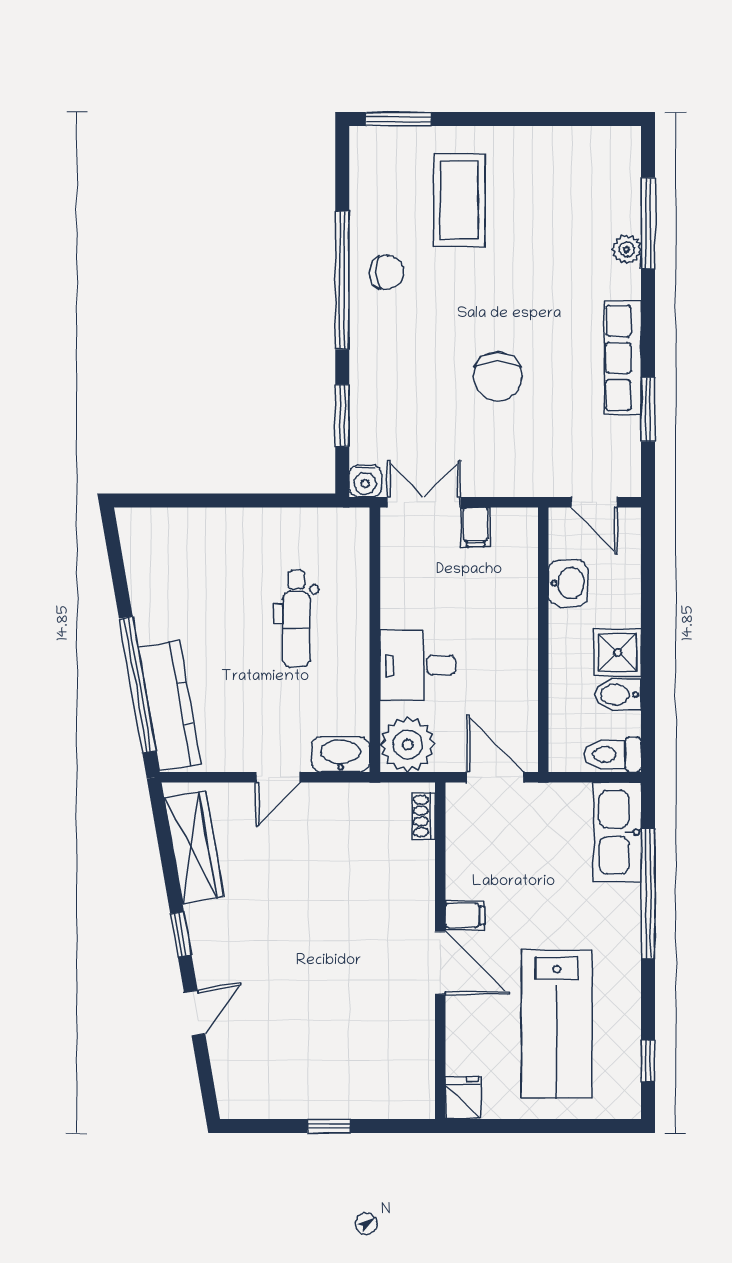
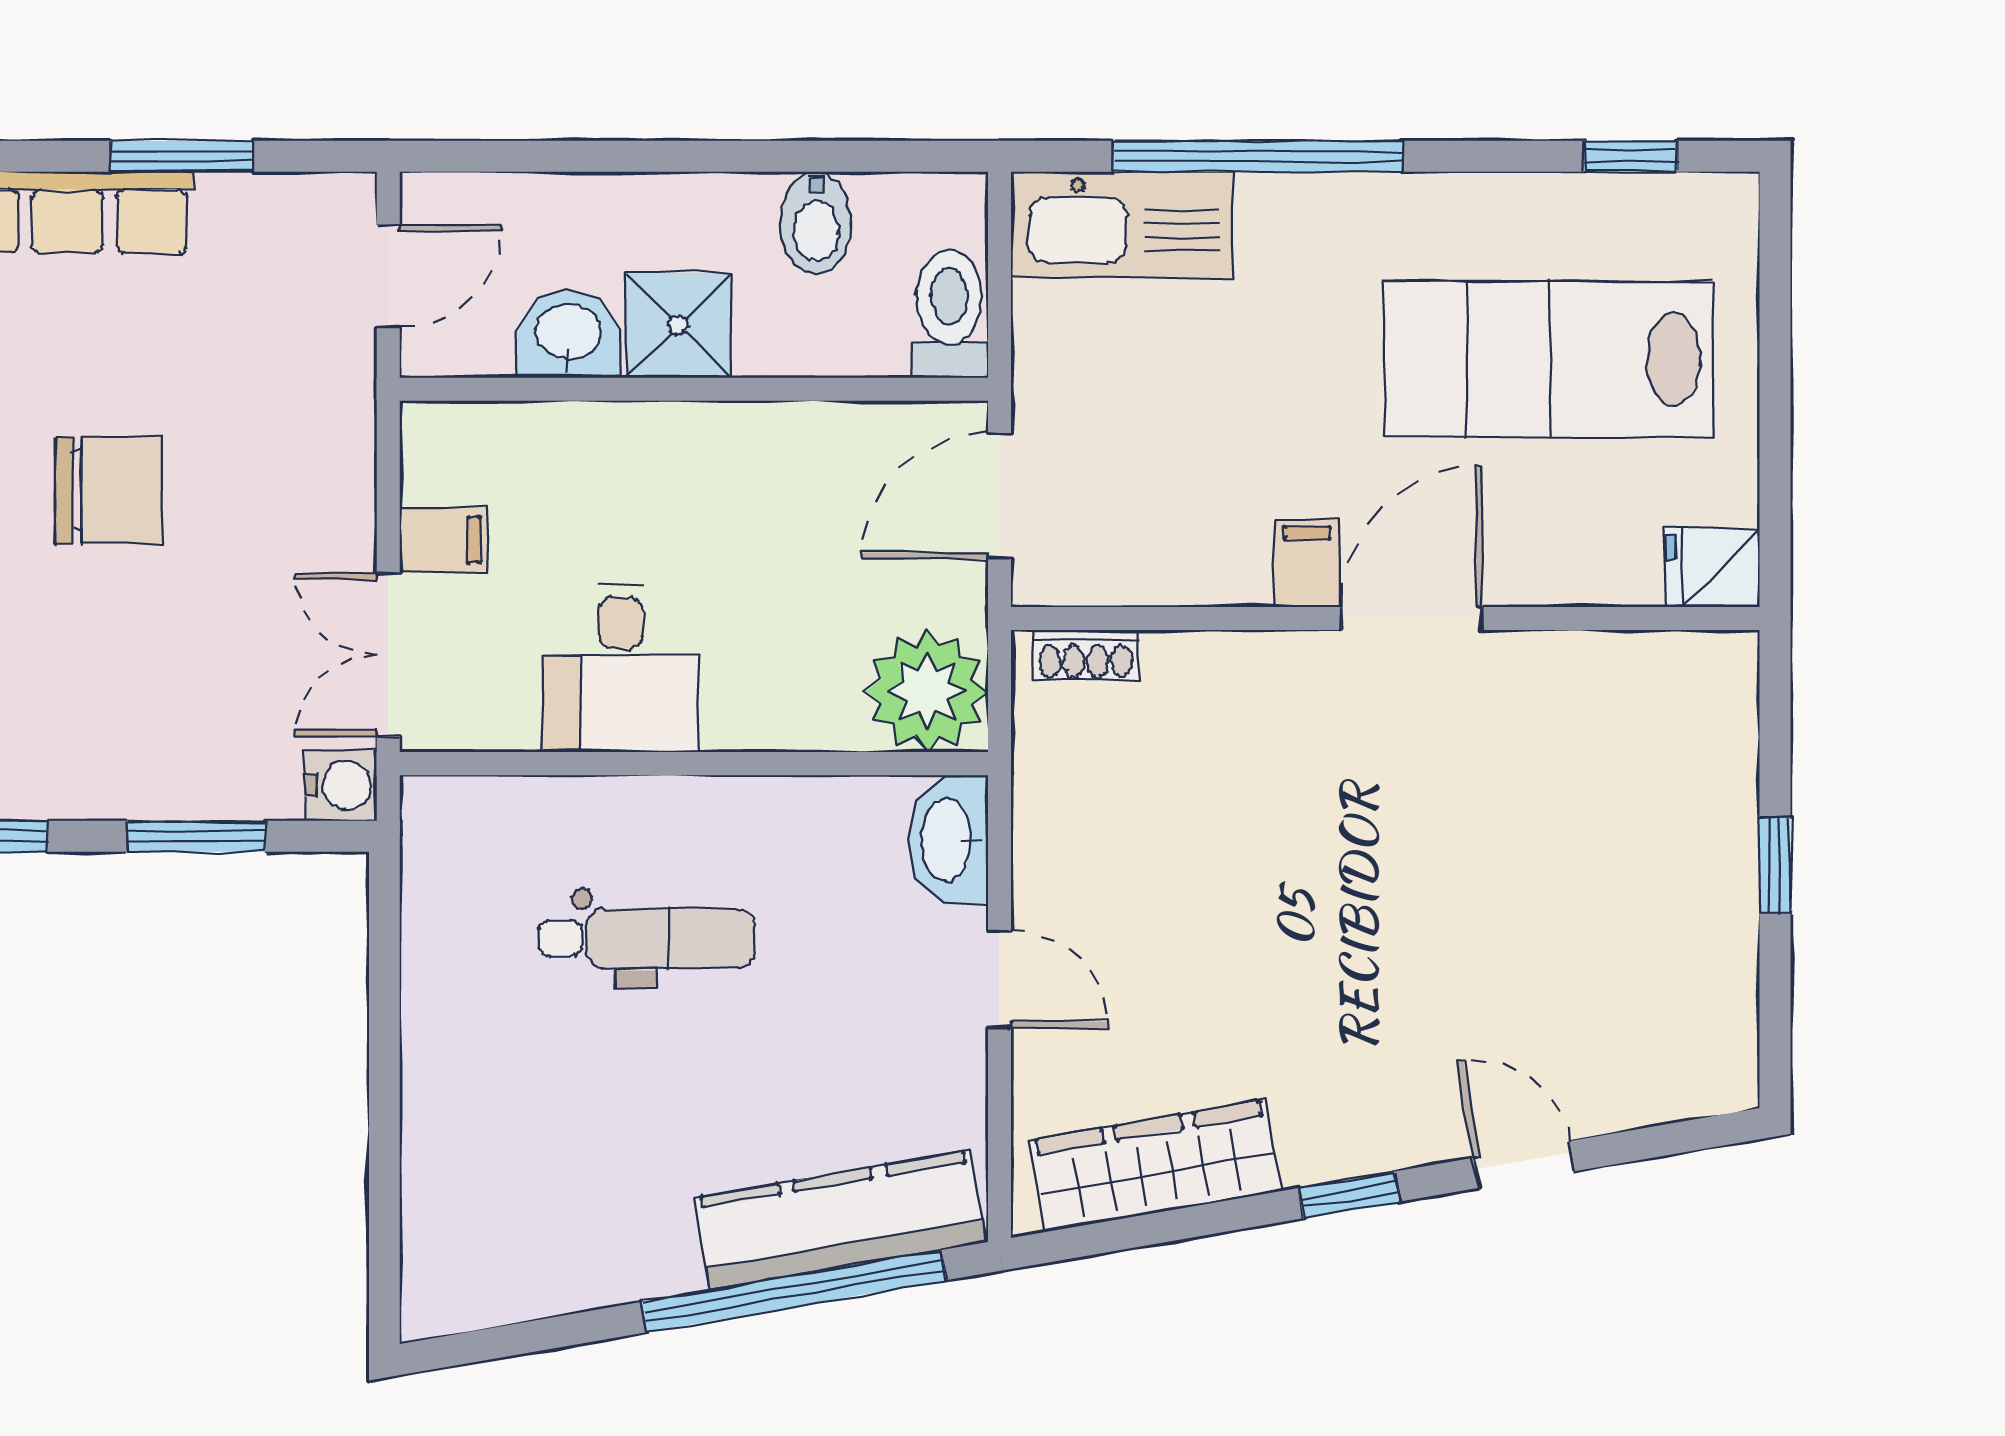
shower: (618, 652) -> (678, 325), moved
desk: (418, 665) -> (621, 668), moved
toilet: (613, 754) -> (949, 314), moved, turned 180
lab bench: (557, 1024) -> (1548, 359), turned 180

